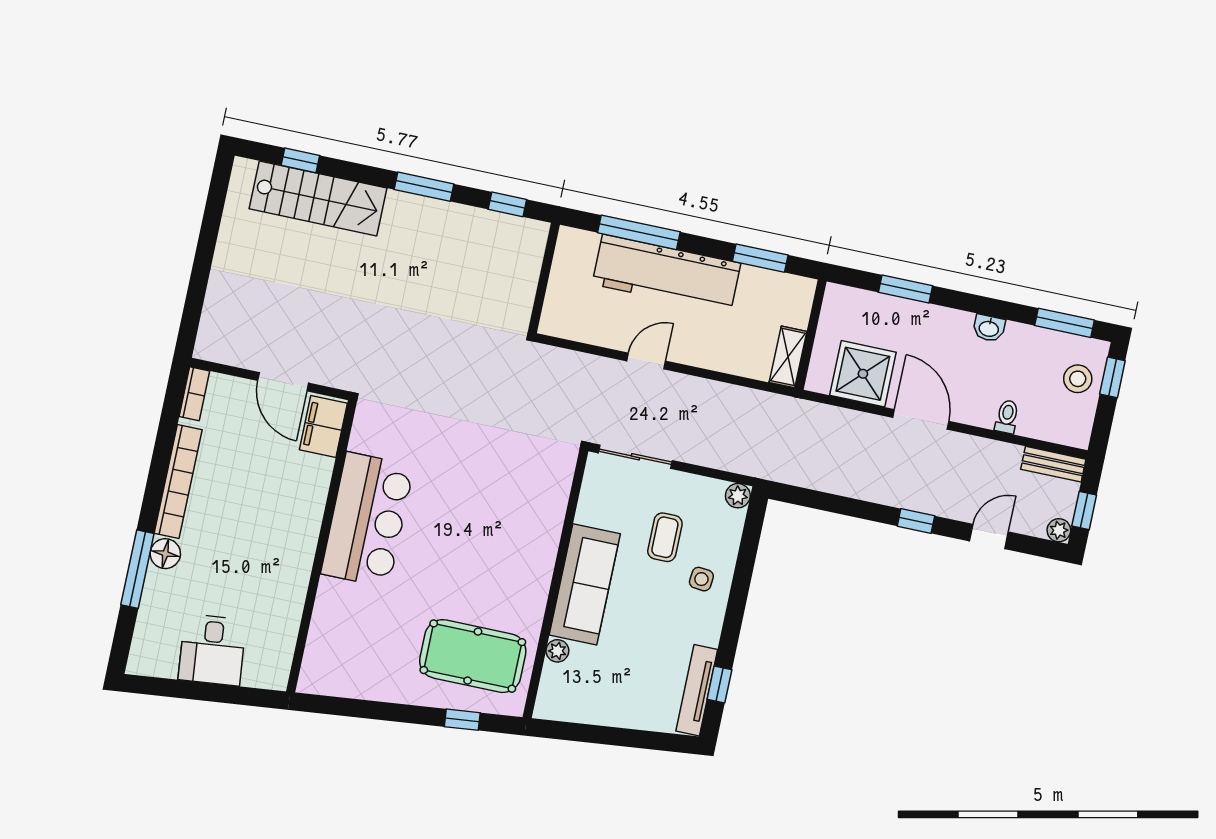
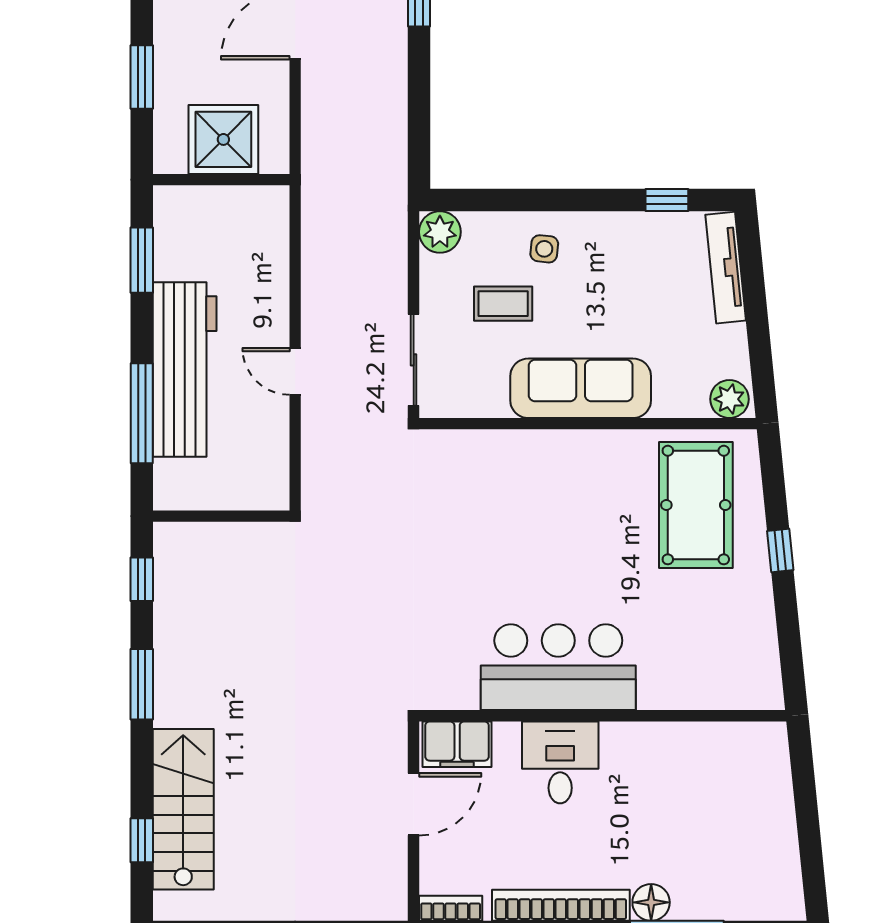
shelving: (788, 357) -> (254, 201), removed
shower: (863, 374) -> (223, 139), moved
plant: (738, 496) -> (440, 232), width x1.38, depth x1.38
desk: (212, 650) -> (560, 762), moved, turned -84
plant: (557, 651) -> (729, 399), moved, width x1.38, depth x1.38
tv unit: (697, 690) -> (726, 268), moved, turned 84
window: (462, 720) -> (780, 551), moved

